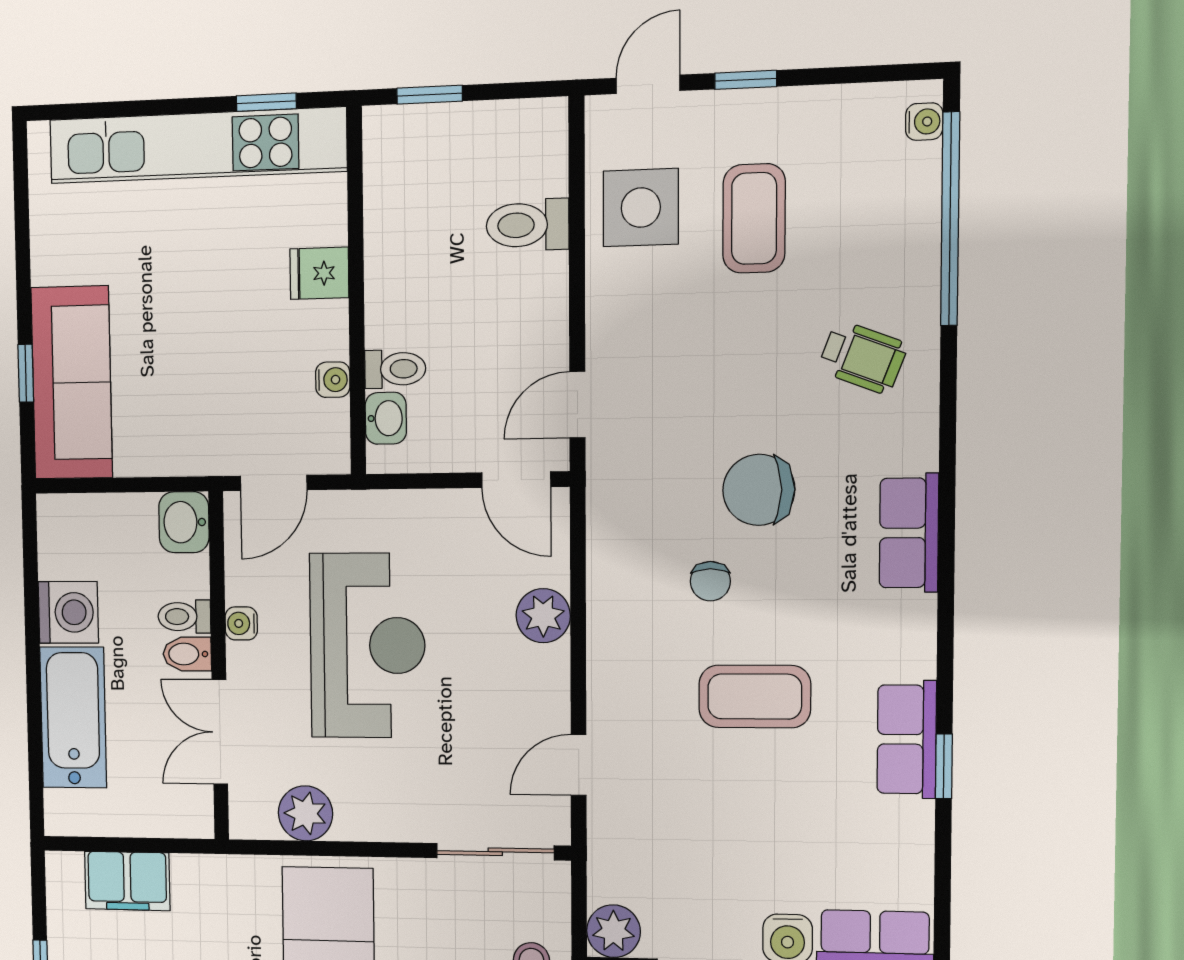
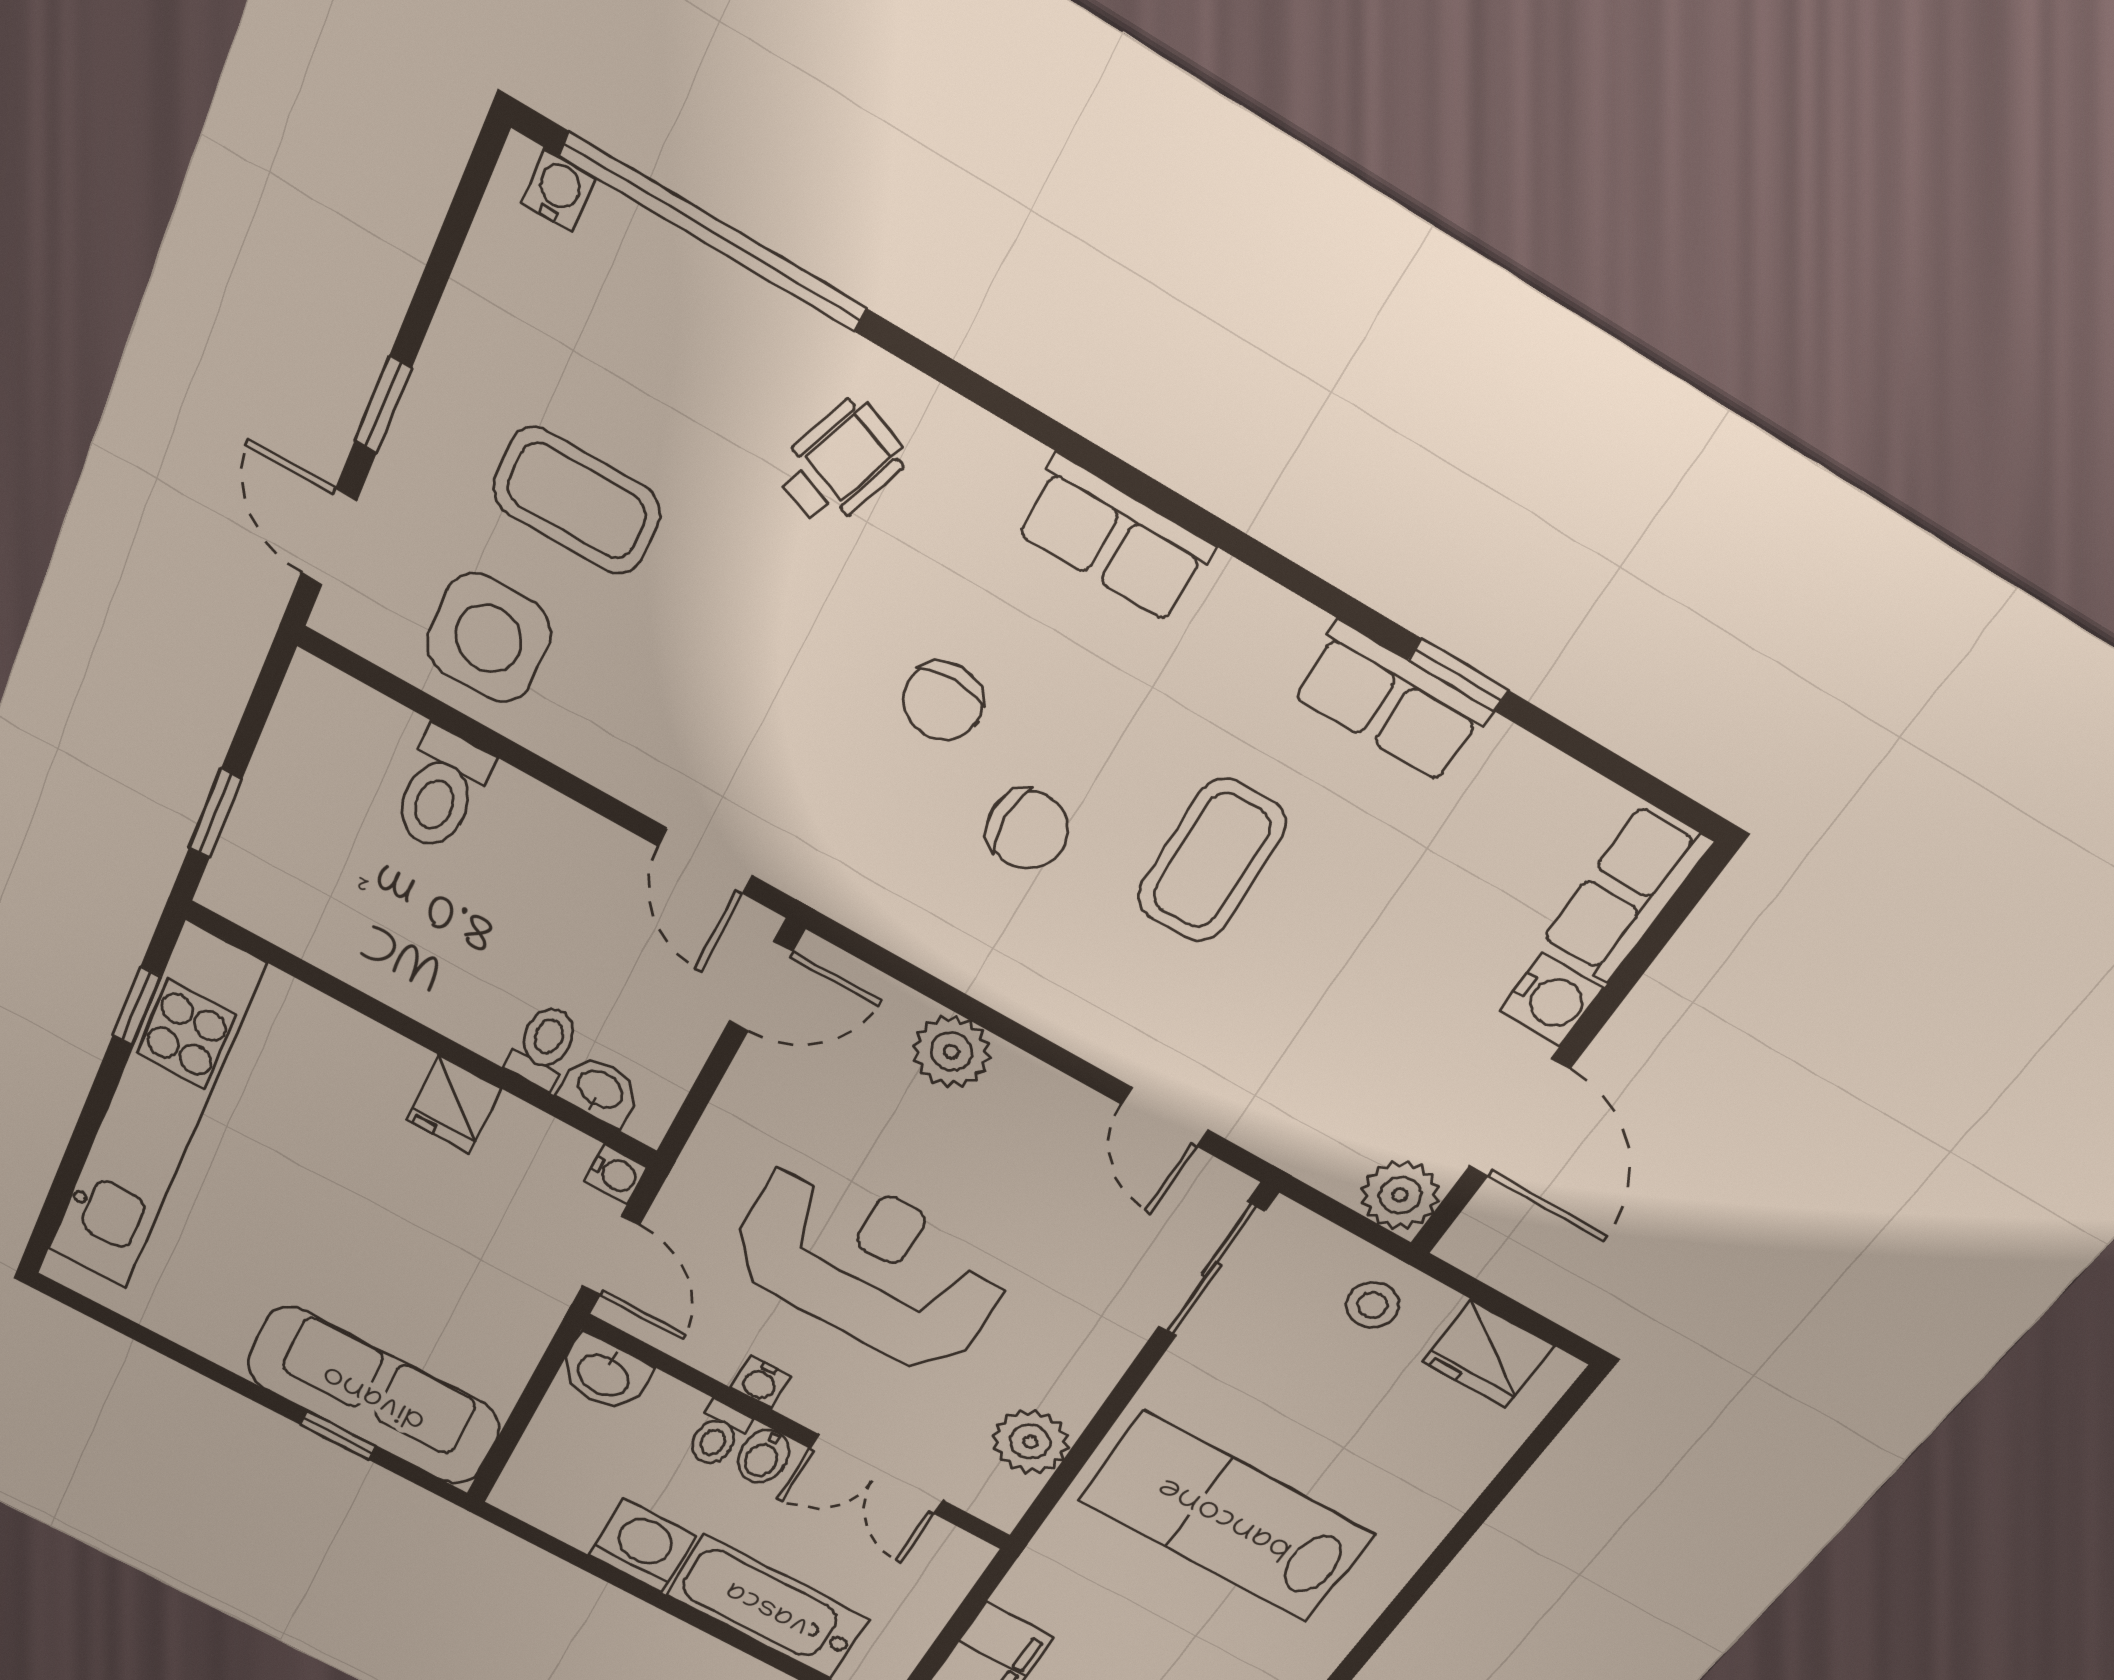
fridge: (319, 273) -> (454, 1104), moved
water cooler: (333, 380) -> (616, 1174), moved, turned 90
chair: (759, 490) -> (943, 701), width x0.73, depth x0.73
chair: (710, 581) -> (1027, 830), width x1.37, depth x1.37

